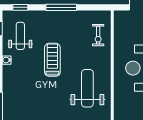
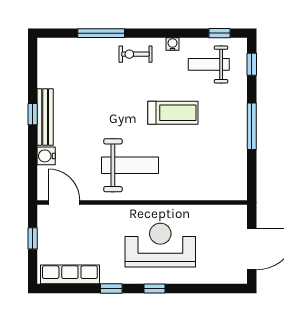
exercise bike: (98, 35) -> (135, 54), moved
weight bench: (20, 36) -> (209, 64), turned 180

